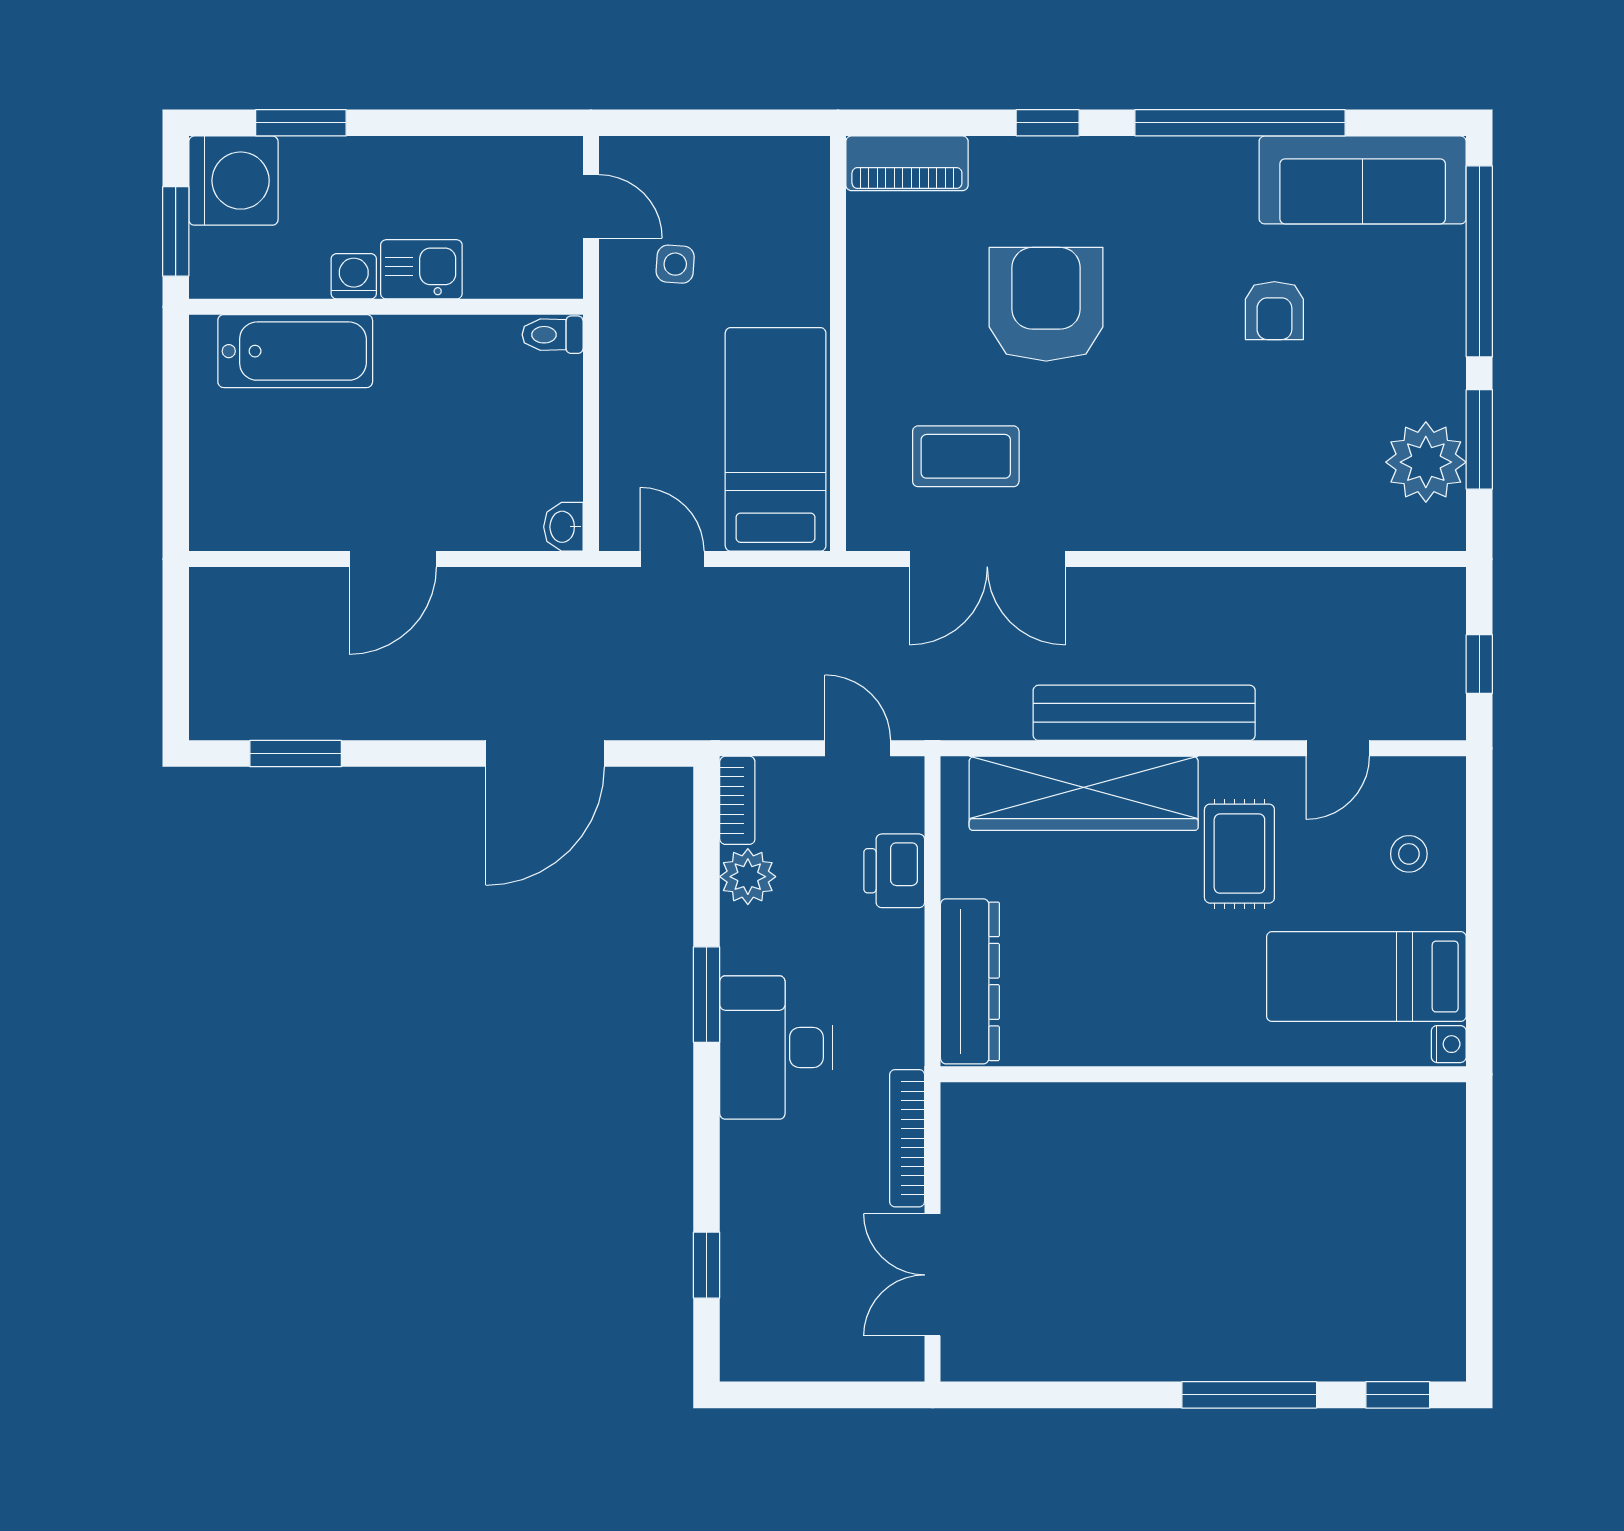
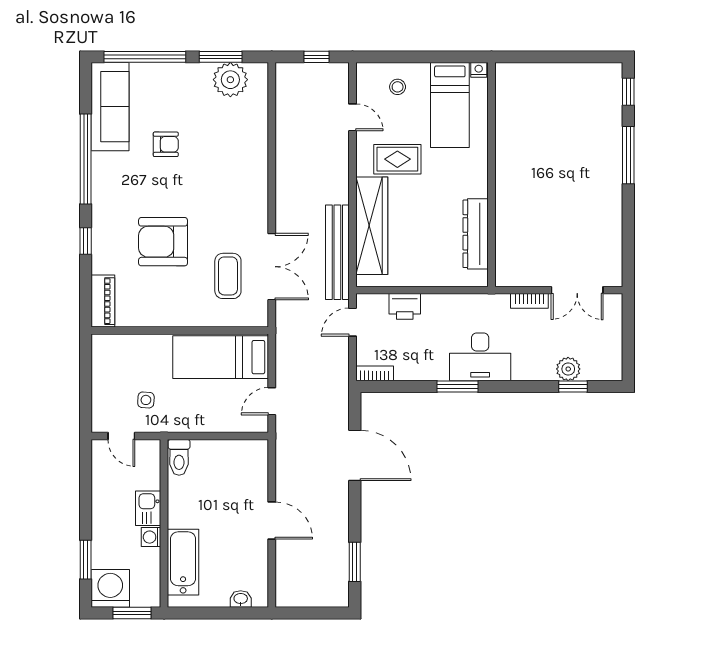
door: (591, 206) -> (121, 436), swing flipped
toilet: (553, 335) -> (179, 457), width x1.37, depth x1.39
washbasin: (563, 527) -> (241, 599), moved, turned 180
bench: (1144, 713) -> (337, 252), moved
plant: (748, 877) -> (568, 369), moved
dresser: (970, 981) -> (476, 234), moved, turned -90
bookcase: (907, 1138) -> (529, 301), width x0.64

